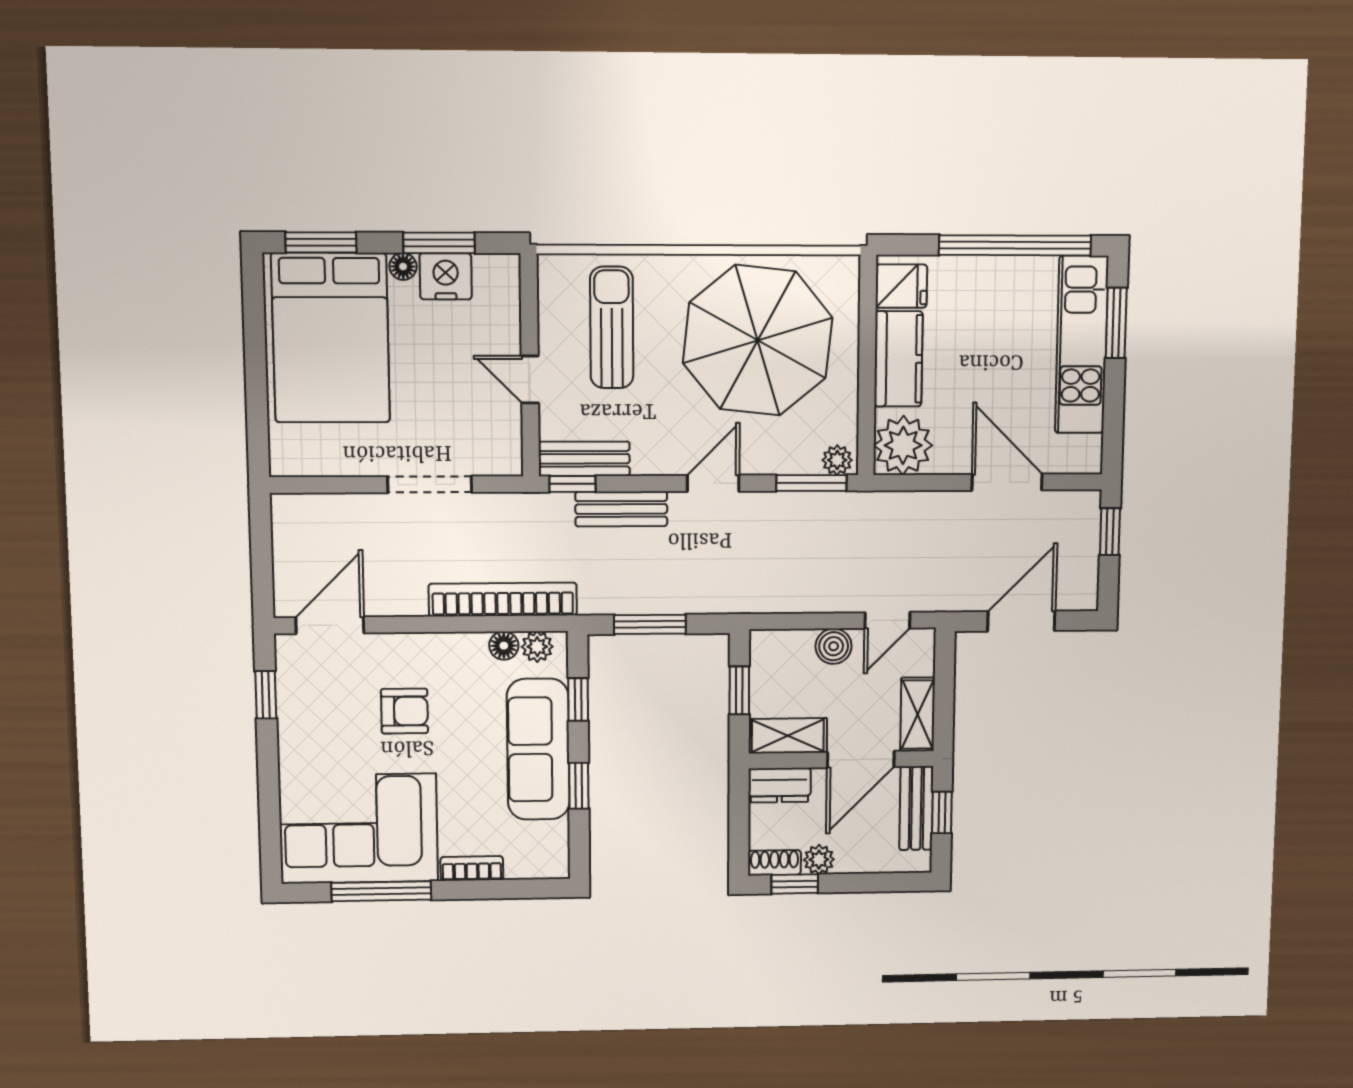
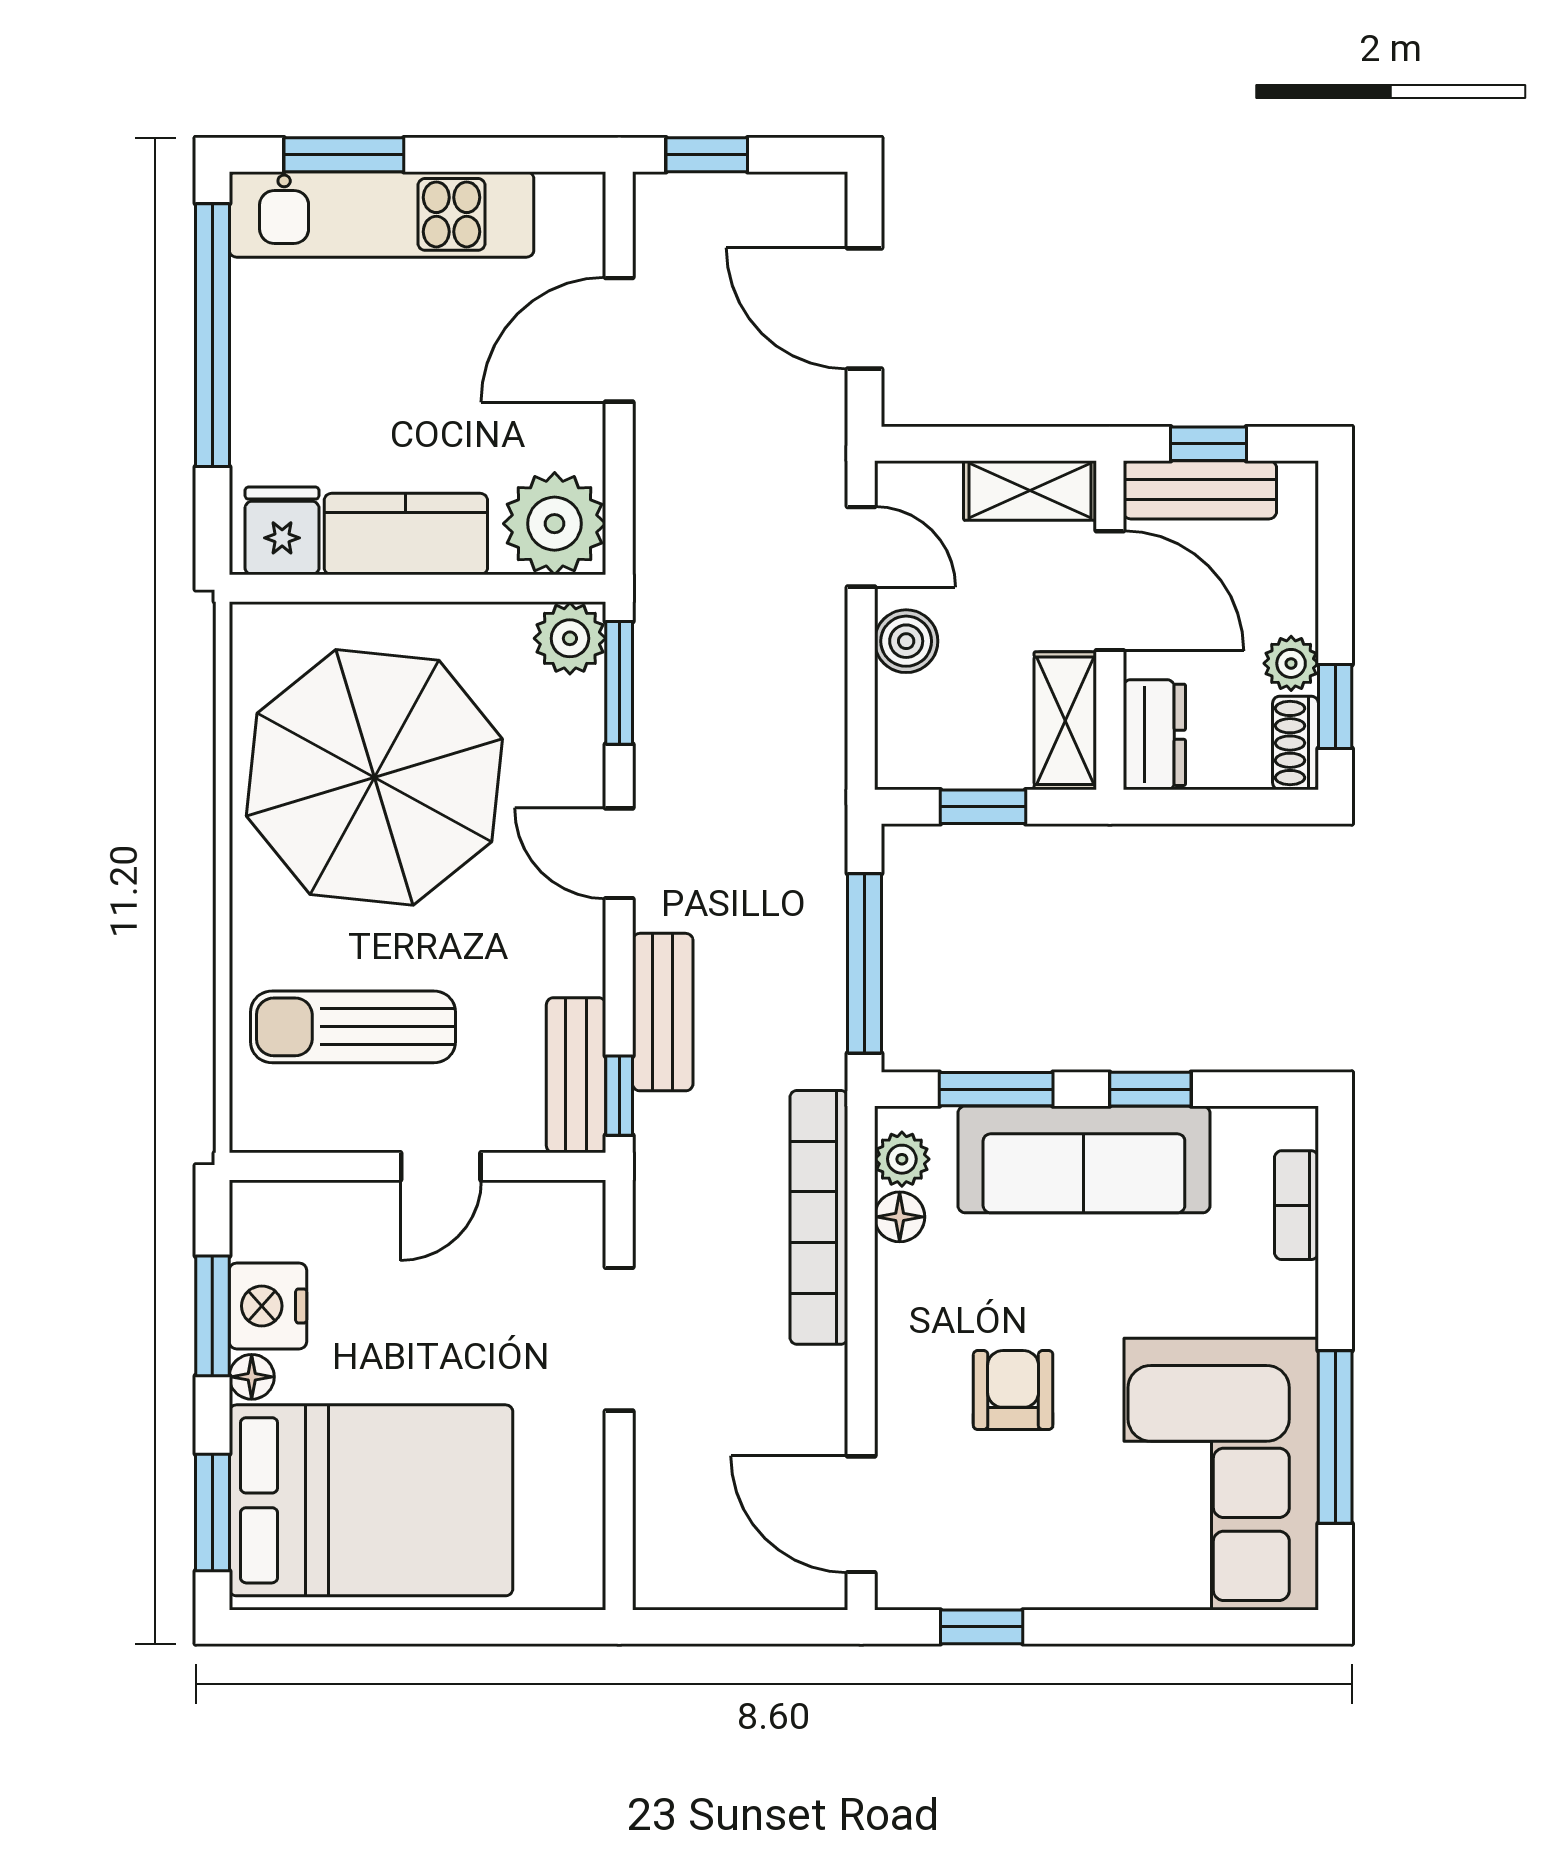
plant: (837, 460) -> (570, 638), width x1.38, depth x1.38
window: (650, 624) -> (865, 963), width x1.44
window: (578, 699) -> (996, 1089), width x1.50
bookcase: (472, 868) -> (1296, 1205), moved

